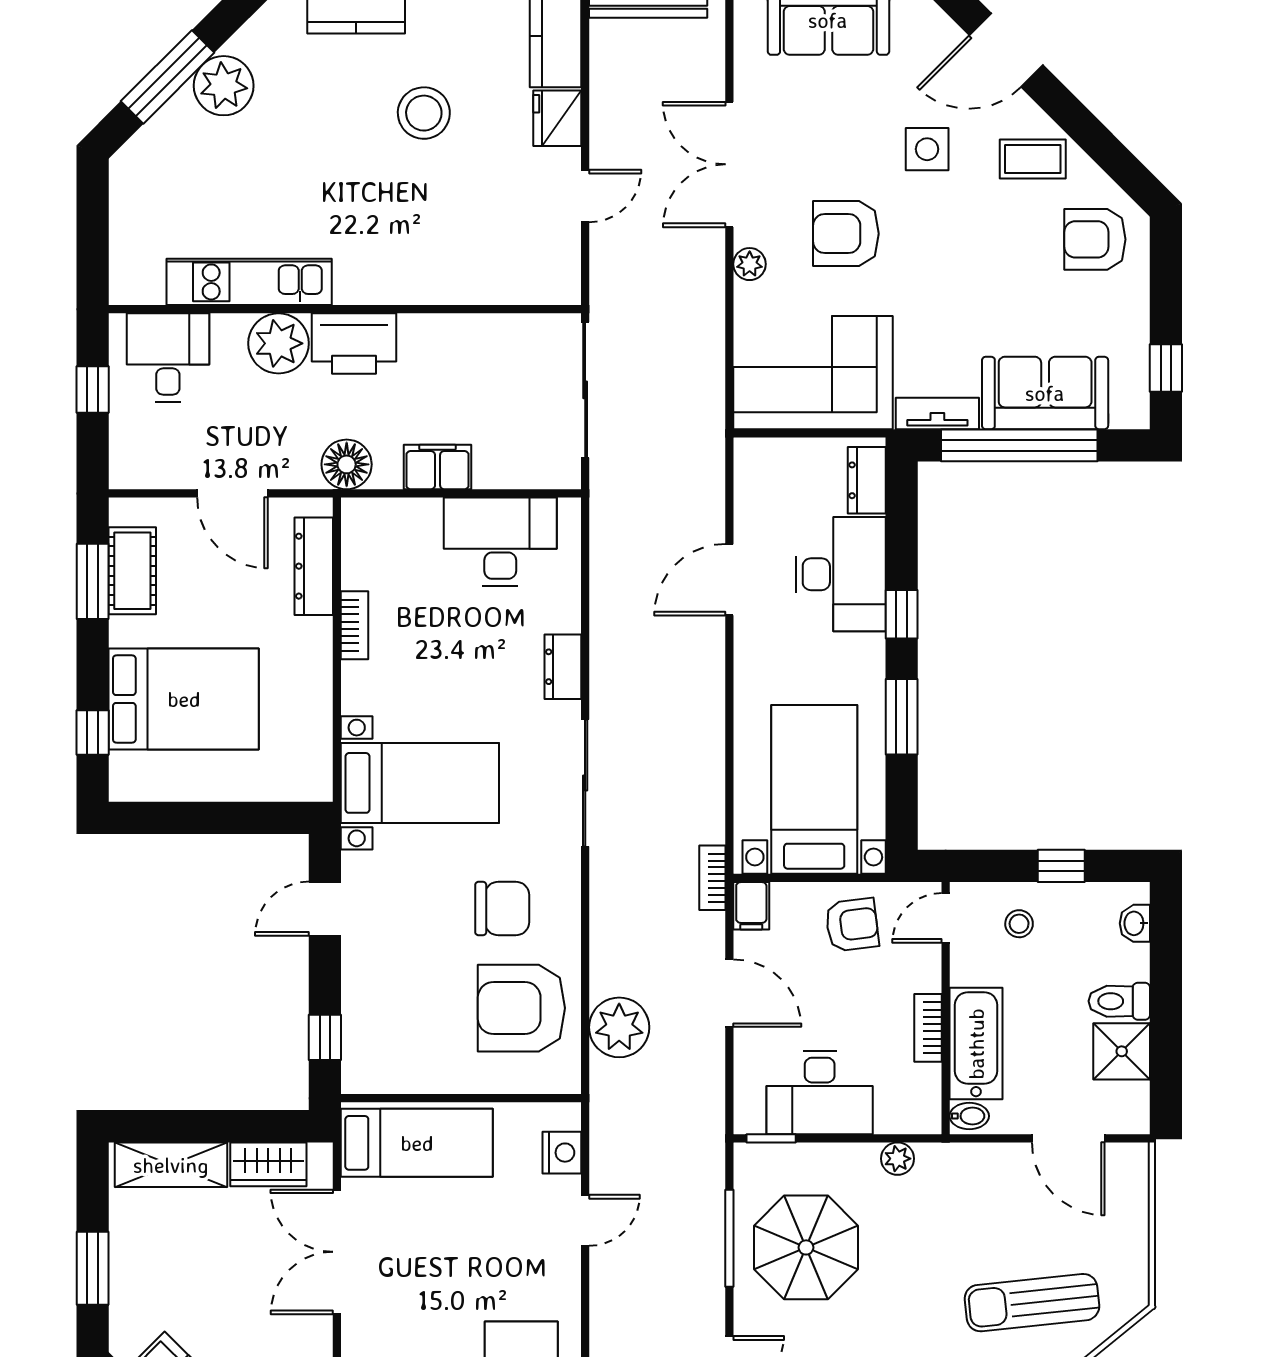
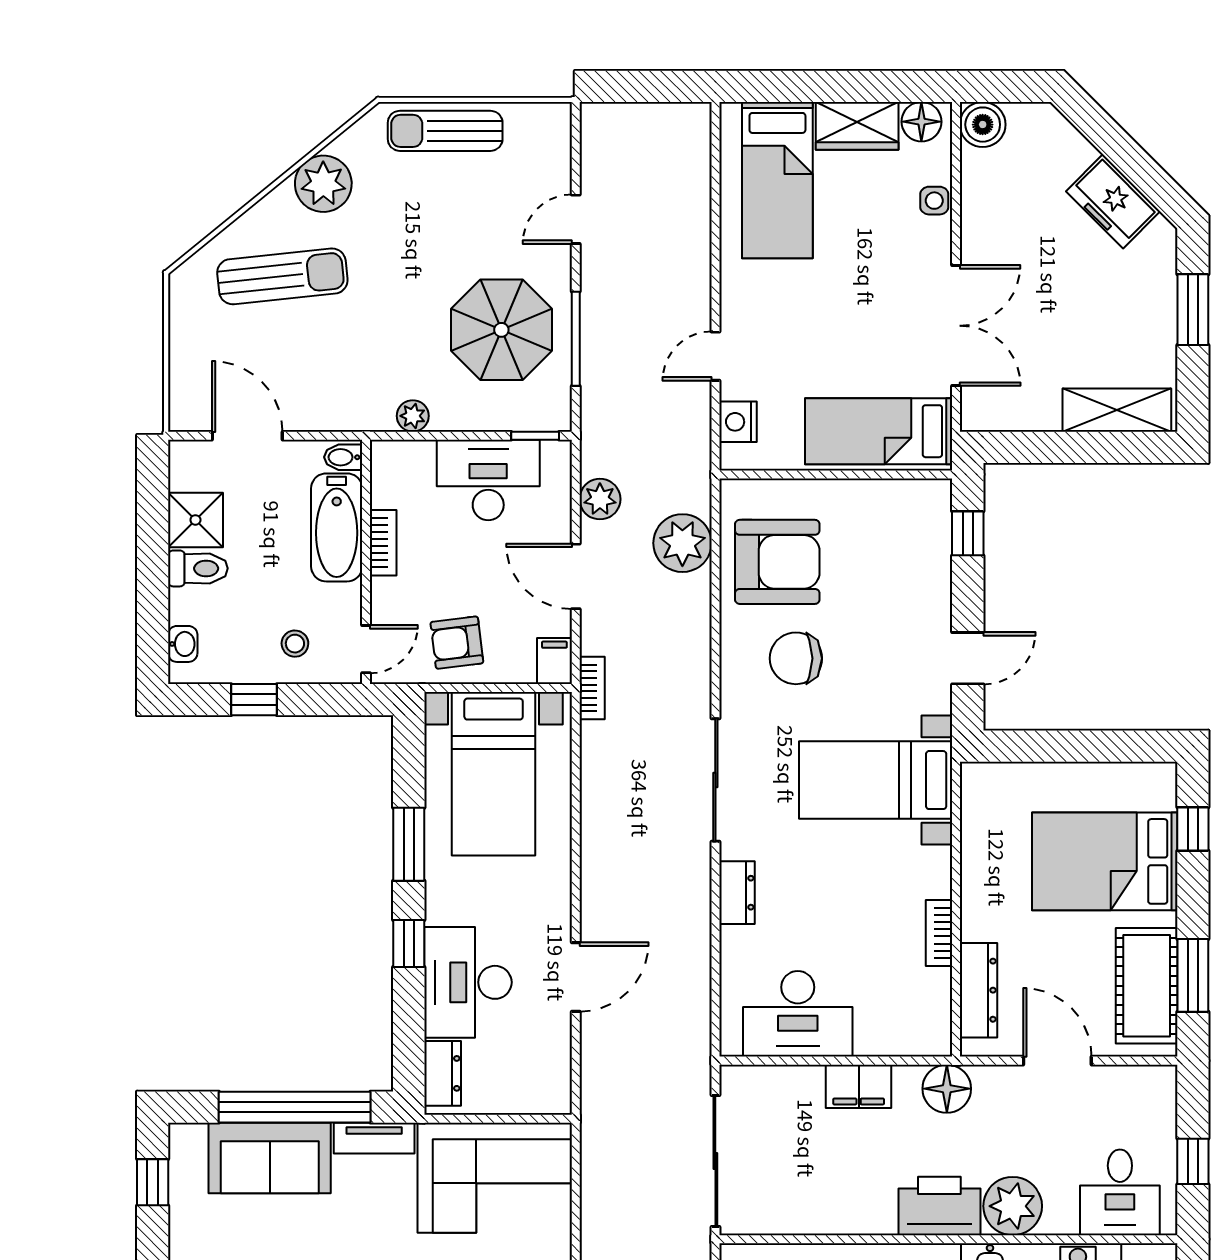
cot: (132, 571) -> (1147, 986), width x1.37, depth x1.34
plant: (704, 1073) -> (600, 499), added
wardrobe: (268, 1164) -> (1023, 410), removed

